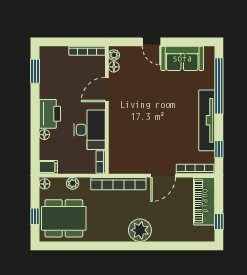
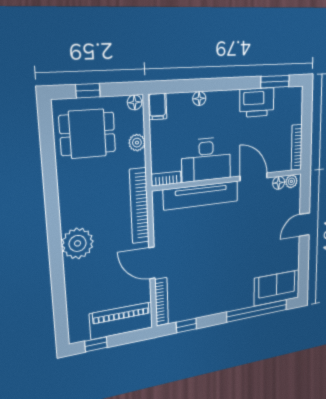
sofa: (182, 58) -> (277, 288), moved, turned 90
printer: (50, 114) -> (257, 102), moved
tv unit: (207, 120) -> (201, 195), moved, turned 180
dining table: (64, 218) -> (88, 134), width x0.73

